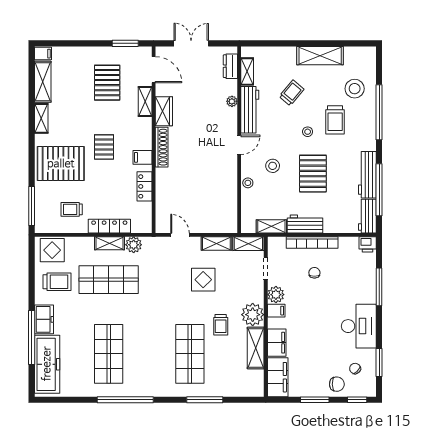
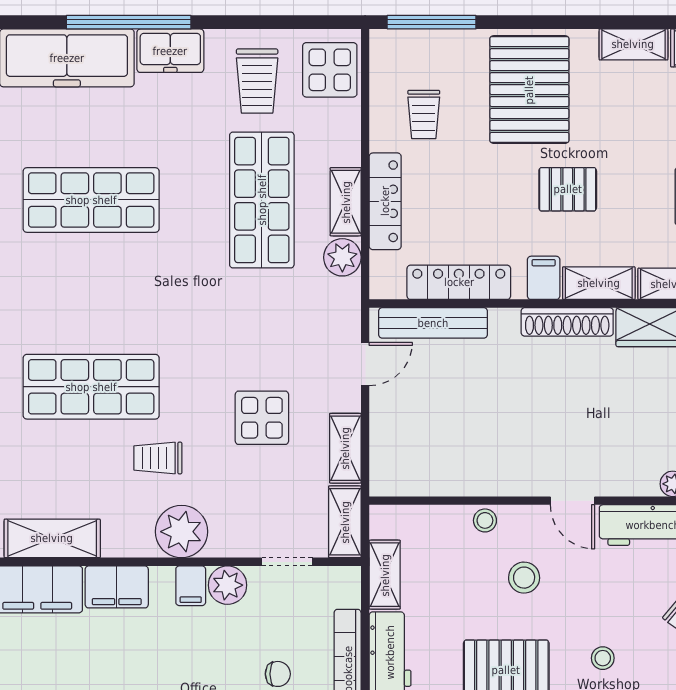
shelving: (145, 133) -> (599, 283), added
locker: (144, 186) -> (459, 282), width x1.53
bench: (162, 205) -> (433, 323), added
trolley: (72, 209) -> (424, 114), turned 180
shelving: (256, 348) -> (52, 538), moved

